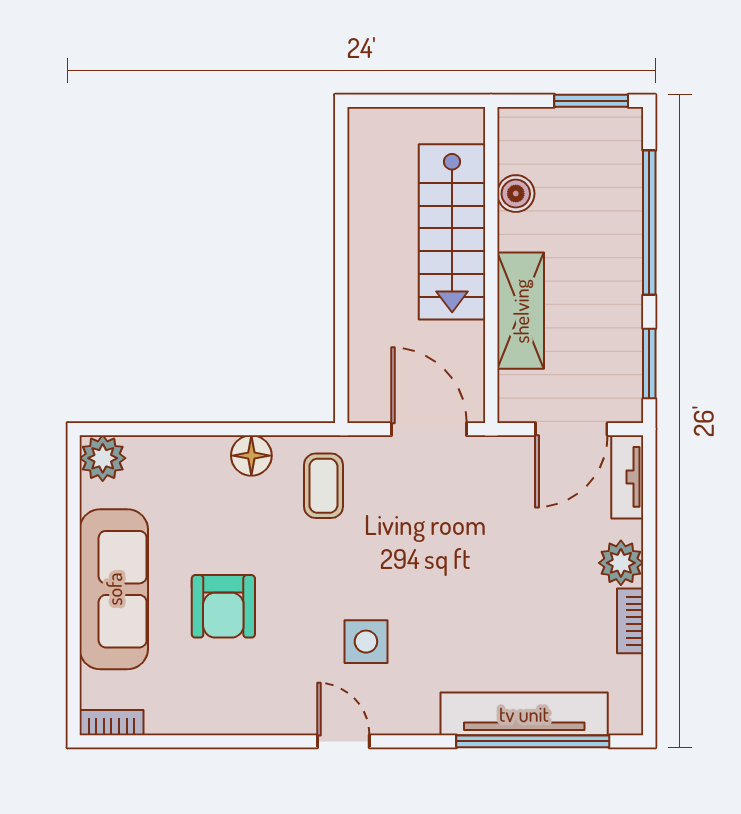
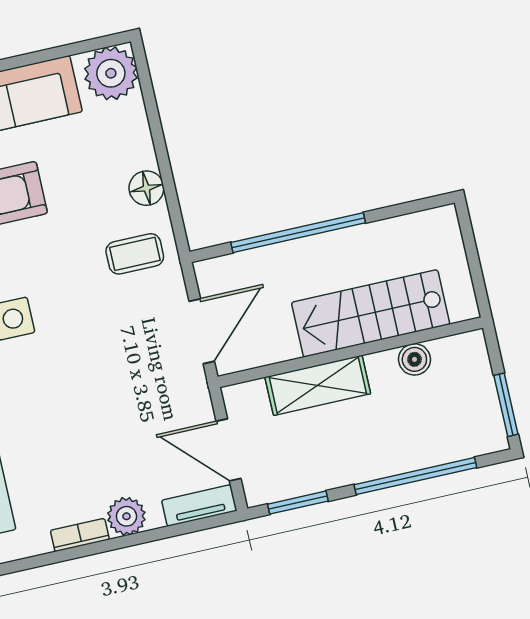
window: (341, 294) -> (298, 233), added
plant: (103, 458) -> (111, 73), width x1.36, depth x1.36

